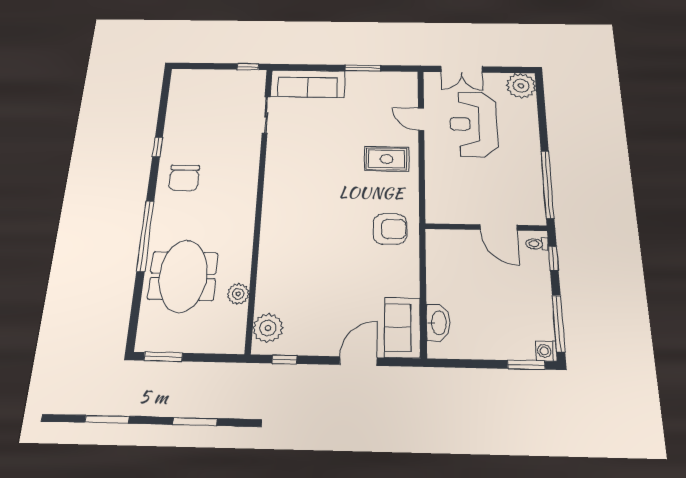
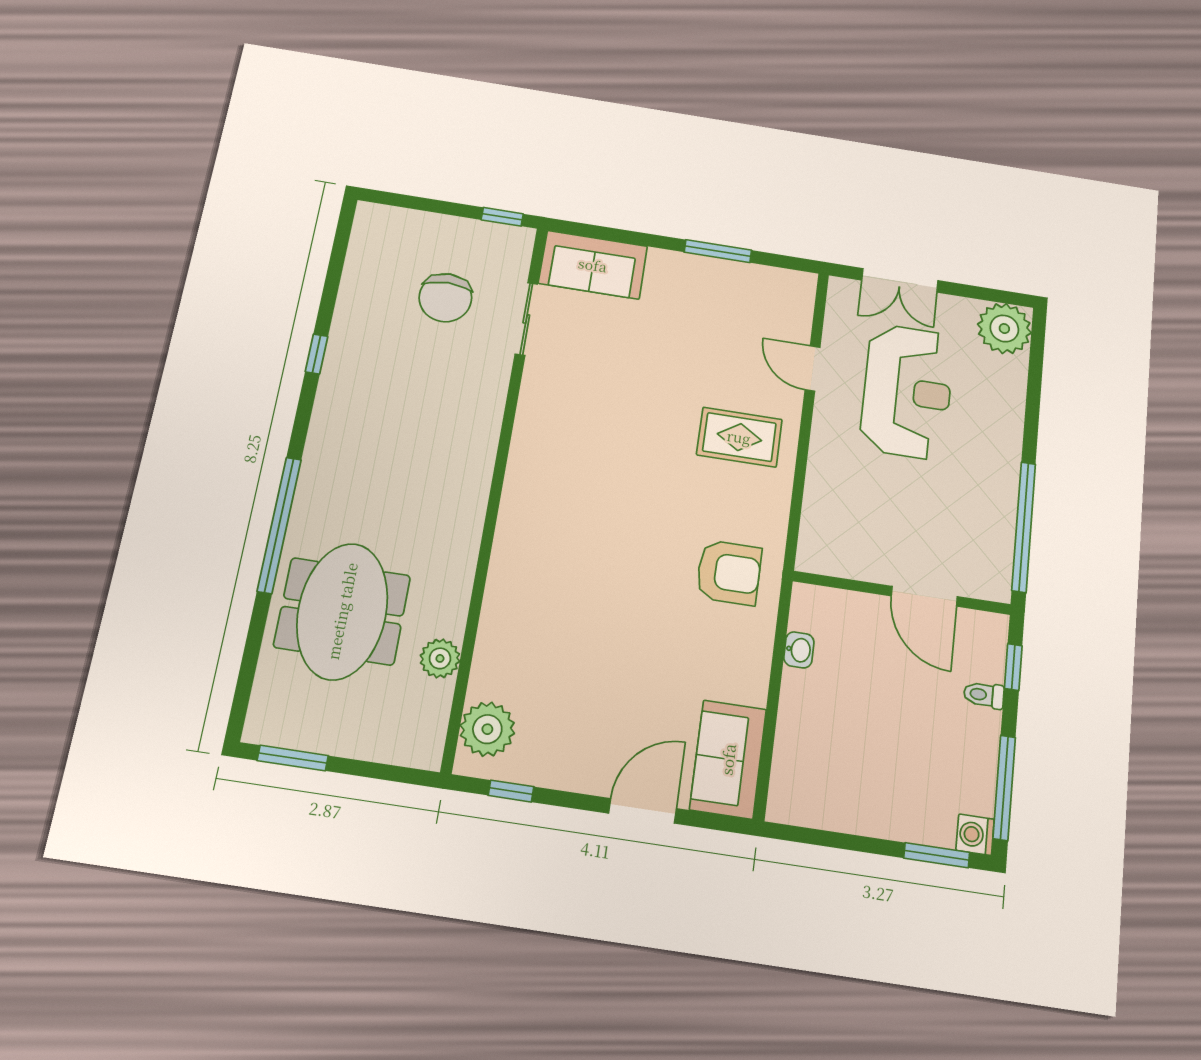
sofa: (308, 84) -> (593, 265), width x0.73
reception desk: (474, 124) -> (907, 392), turned 180
chair: (184, 178) -> (445, 298), moved
toilet: (537, 244) -> (984, 695), moved
washbasin: (438, 323) -> (799, 650), moved, width x0.52, depth x0.69

